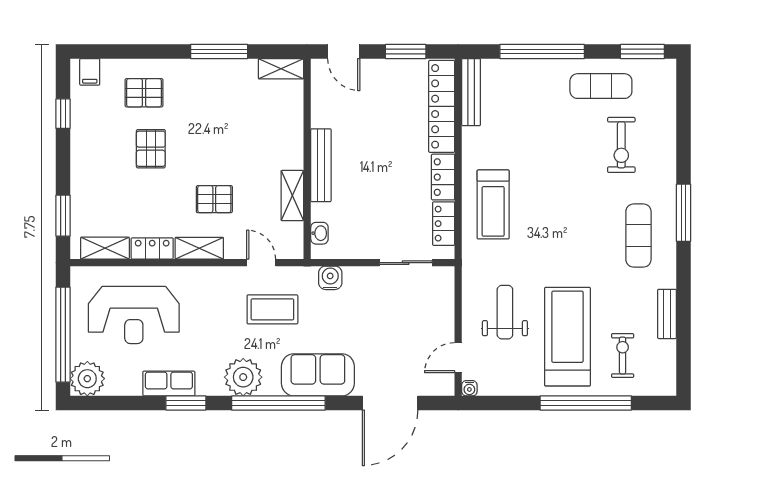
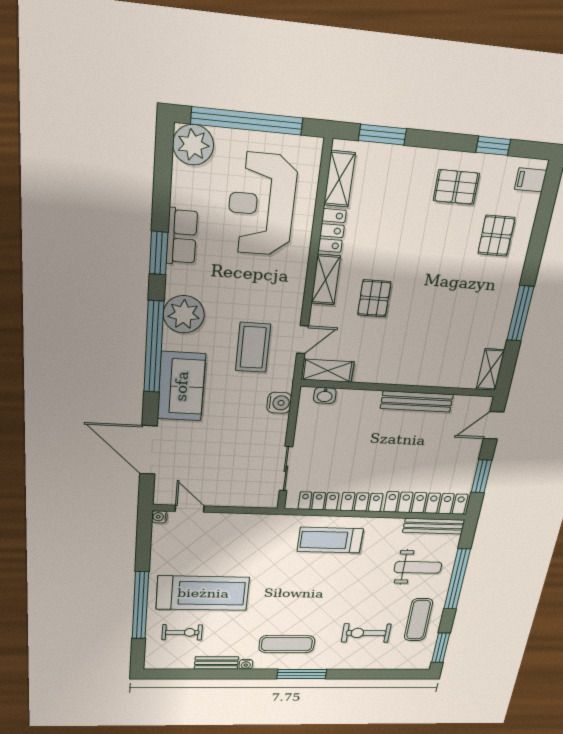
pallet: (151, 149) -> (456, 187), moved
bench: (321, 165) -> (417, 402), moved
shelving: (292, 196) -> (328, 371), moved
water cooler: (669, 280) -> (246, 664), added
weight bench: (505, 312) -> (418, 567), moved

